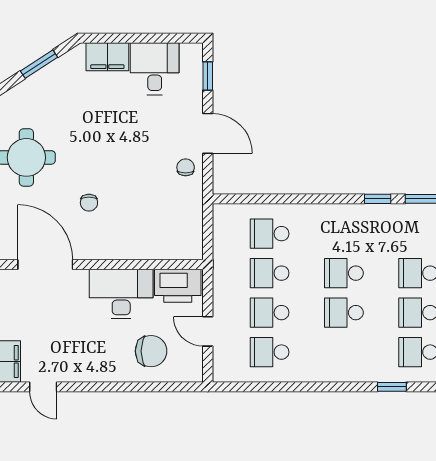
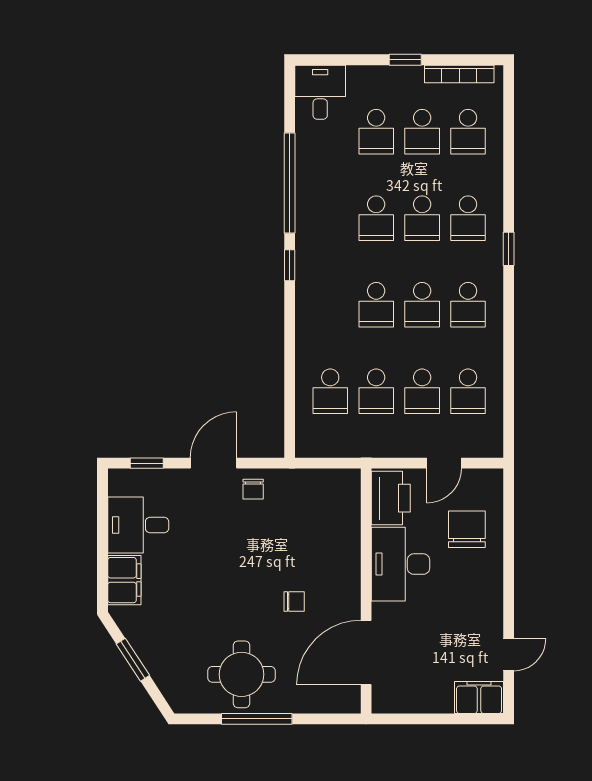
chair: (186, 167) -> (253, 489), turned -90
school desk: (344, 352) -> (468, 305), added

